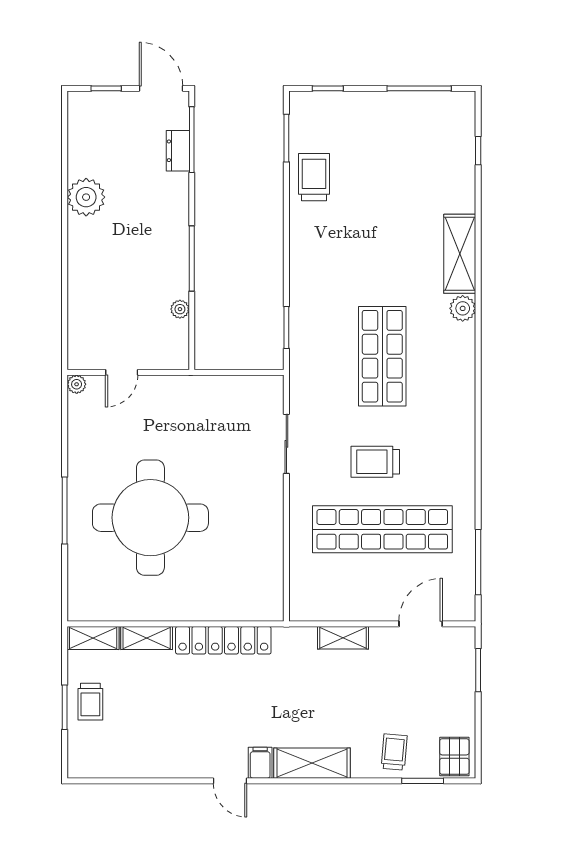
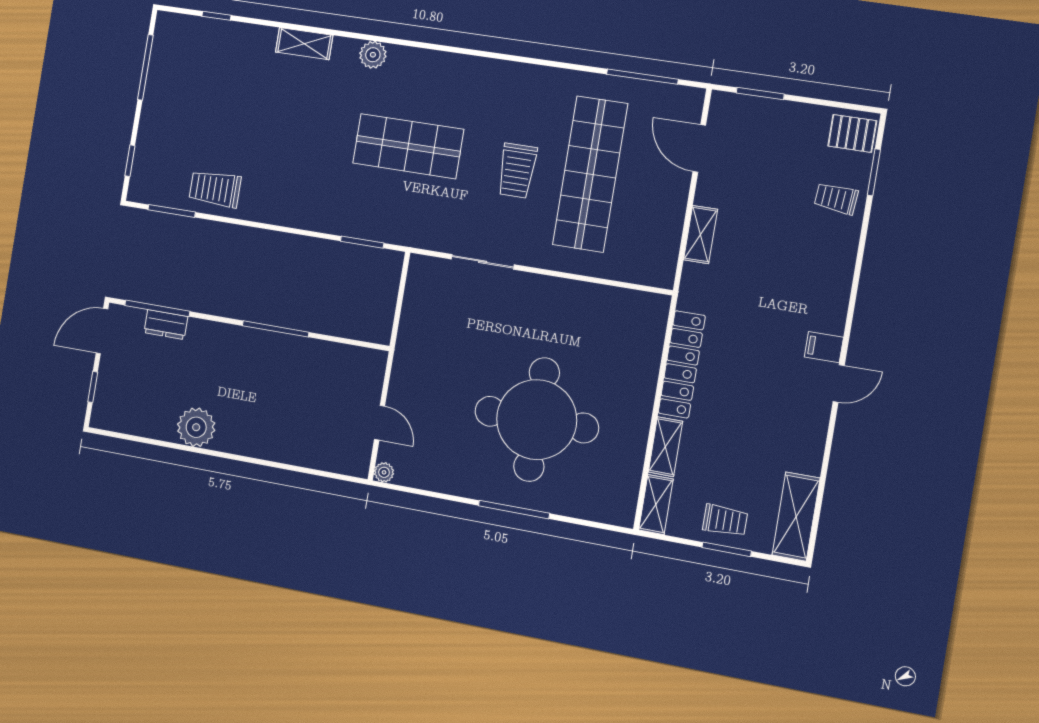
shelving: (460, 254) -> (304, 44), width x0.67, depth x0.75
plant: (180, 309) -> (325, 350), removed
shelving: (312, 763) -> (796, 517), moved

